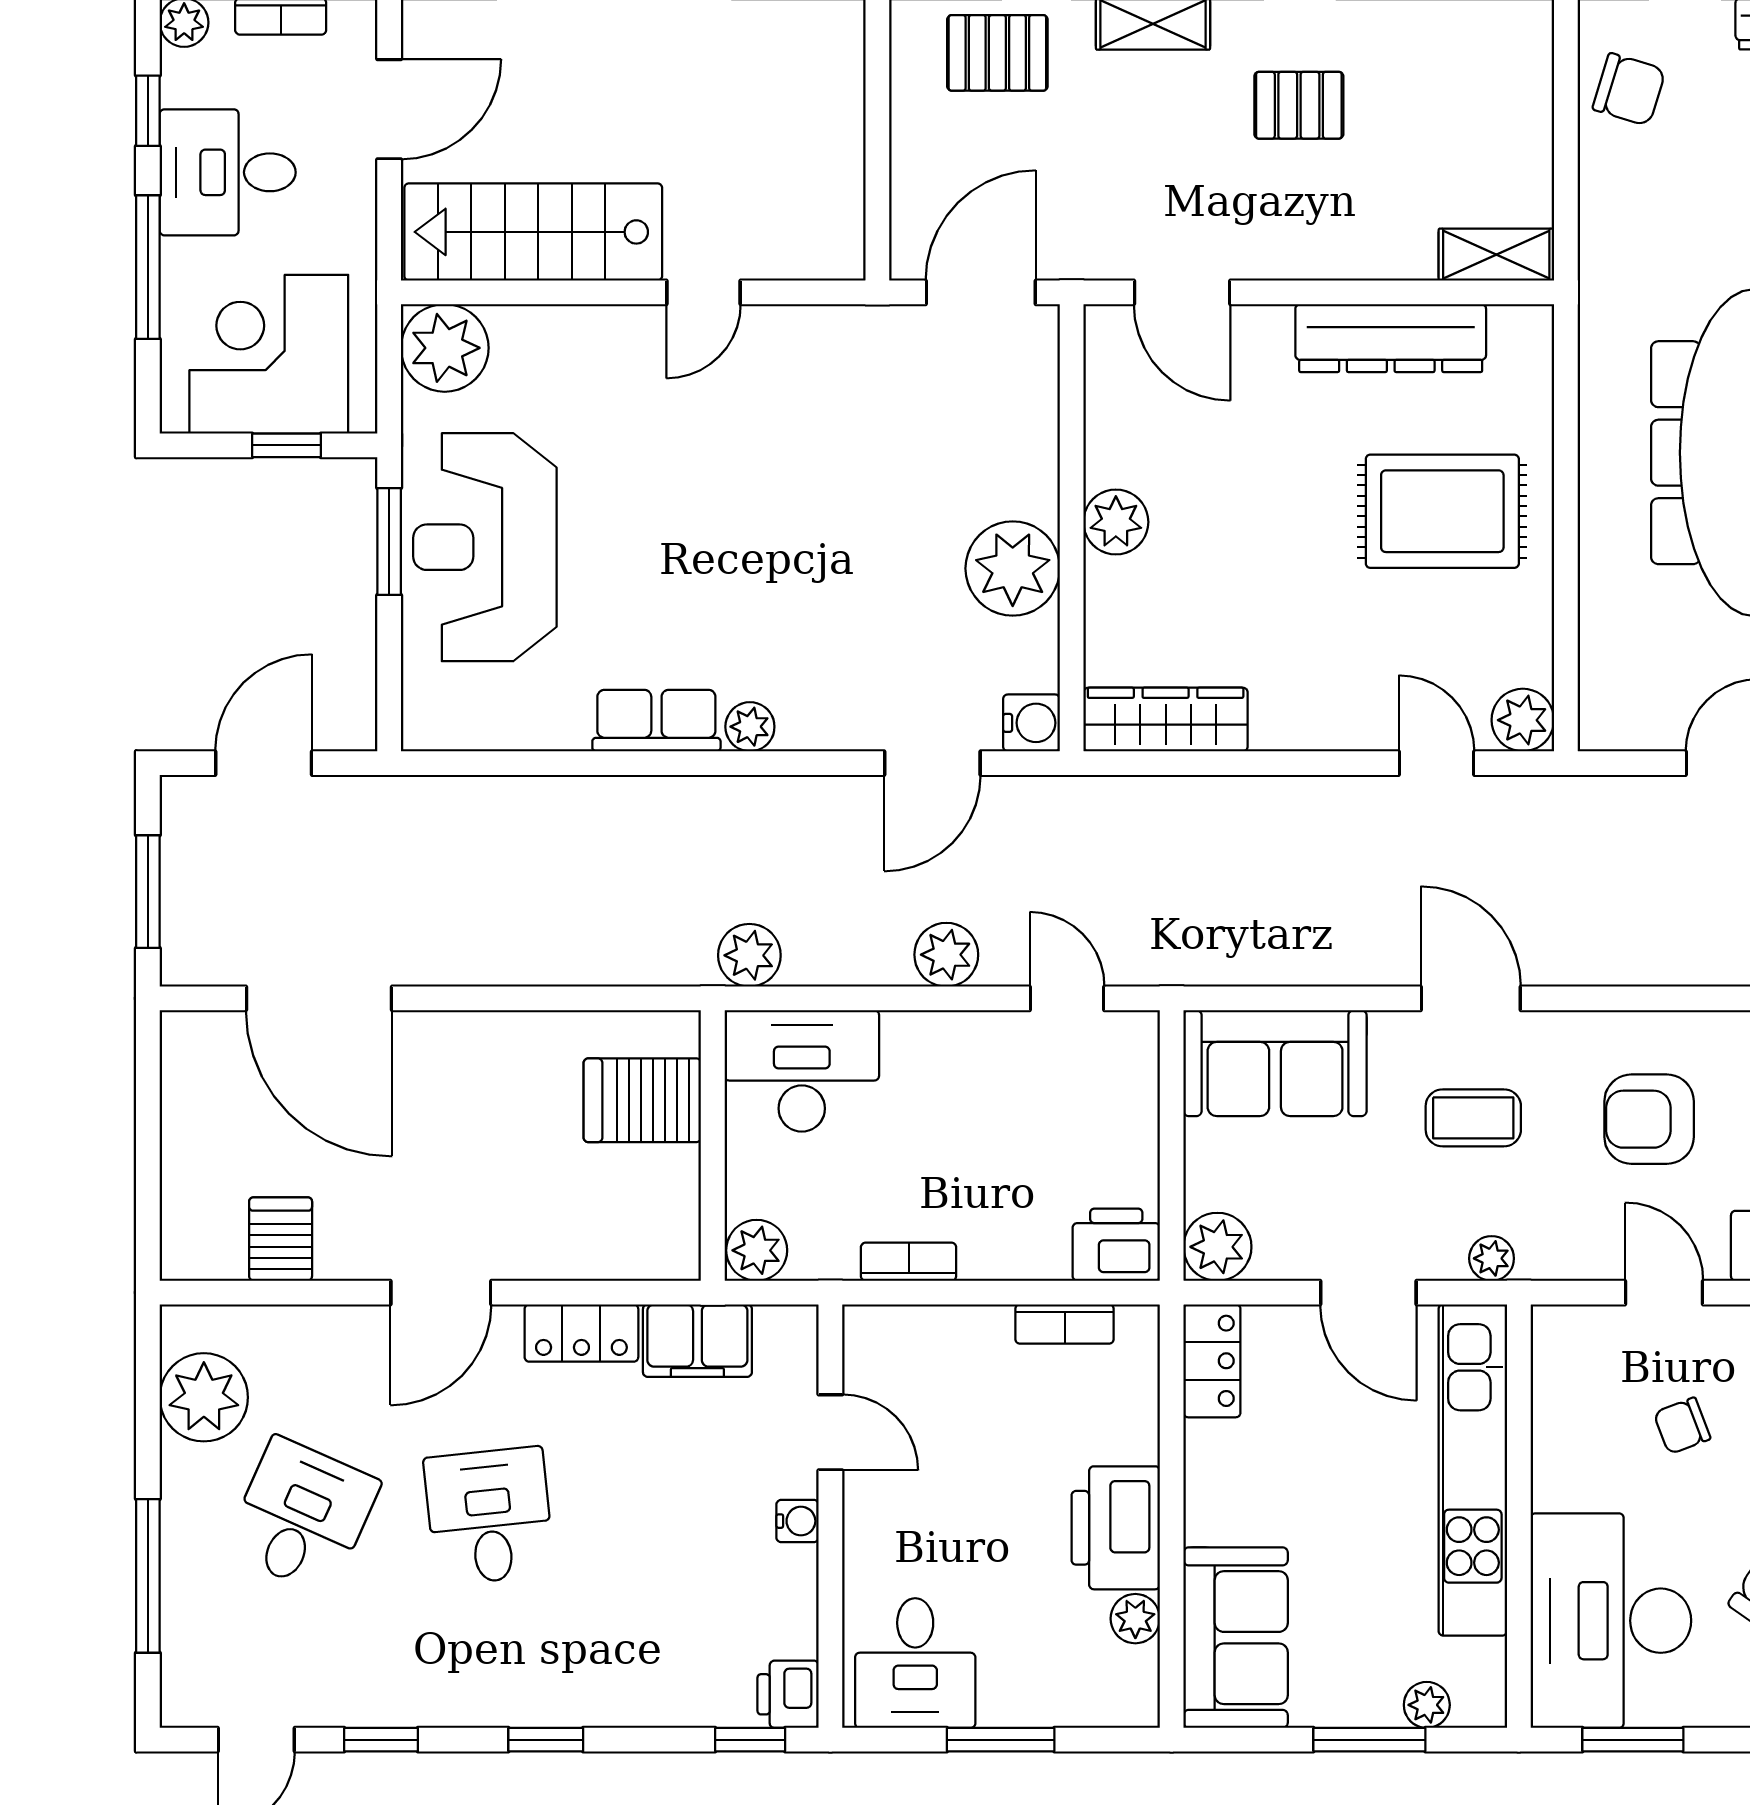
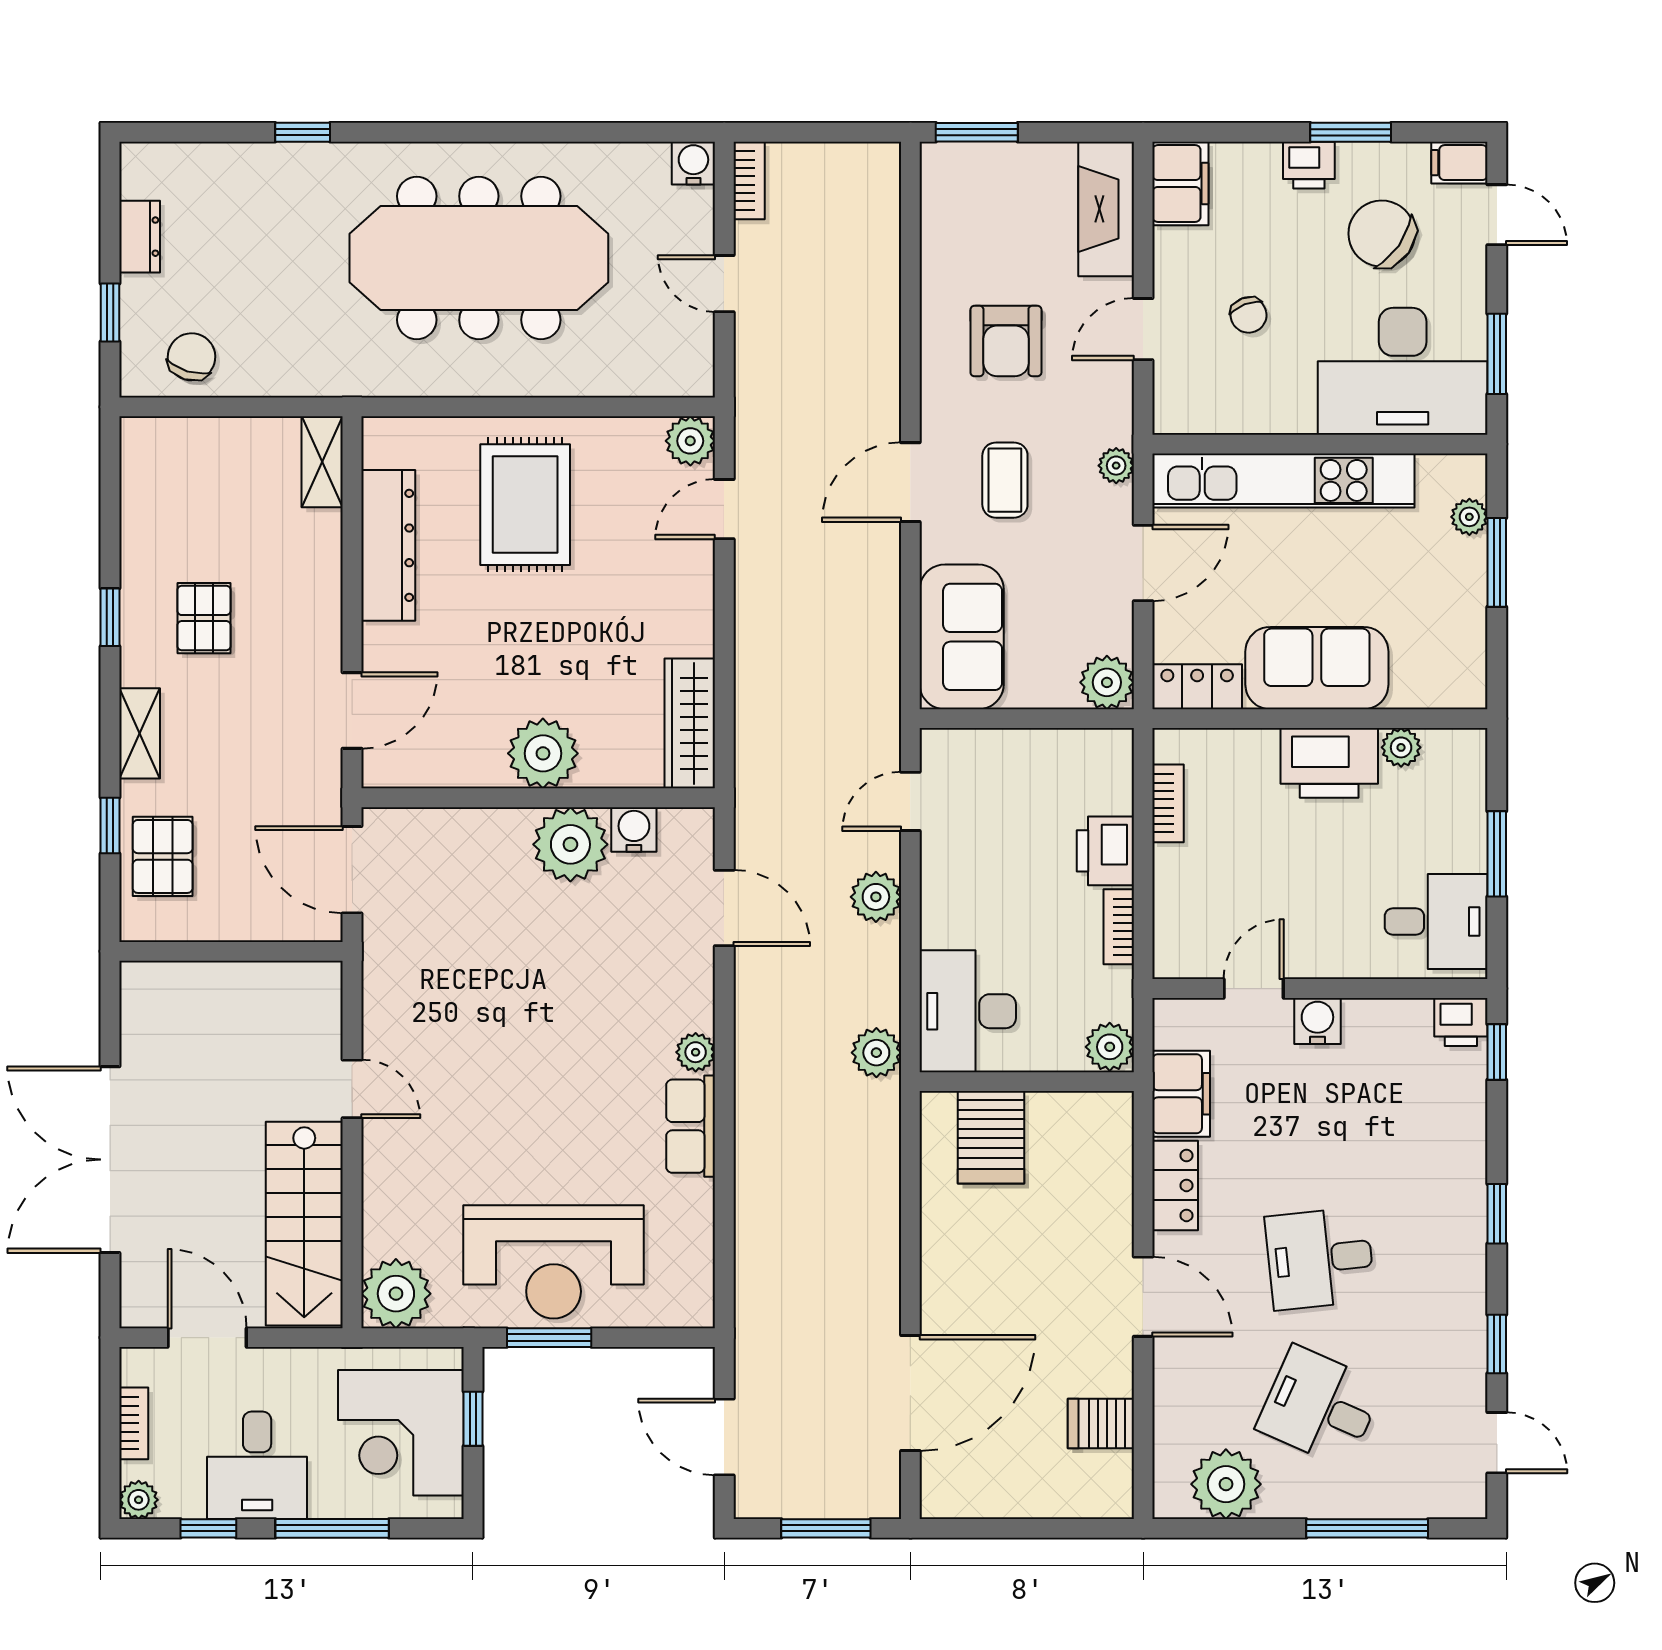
plant: (1116, 522) -> (543, 753), width x1.36, depth x1.36
water cooler: (1031, 723) -> (634, 830), moved
printer: (1116, 1245) -> (1105, 851), moved
water cooler: (798, 1521) -> (1317, 1021), width x1.38, depth x1.38
sofa: (1236, 1638) -> (1317, 668), moved

